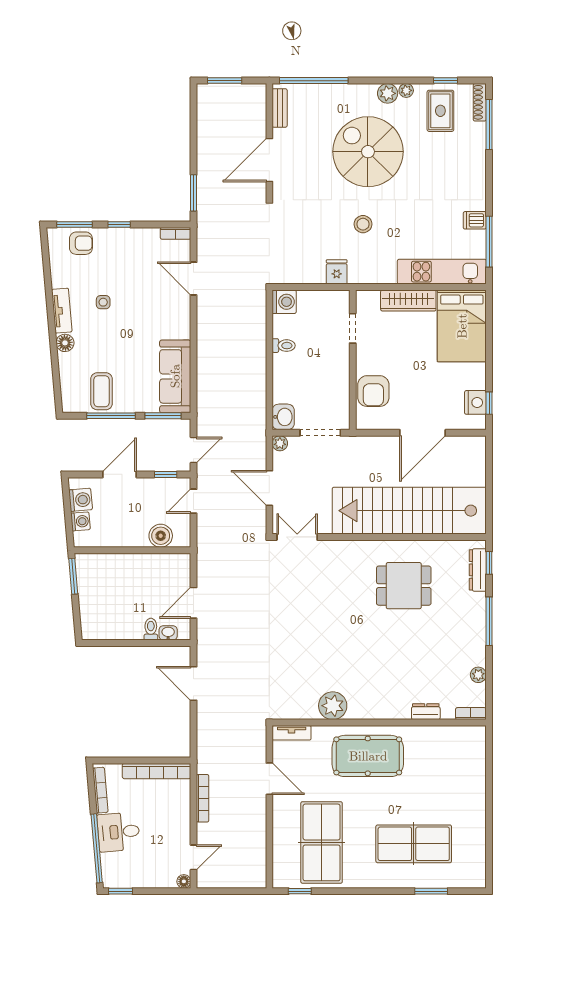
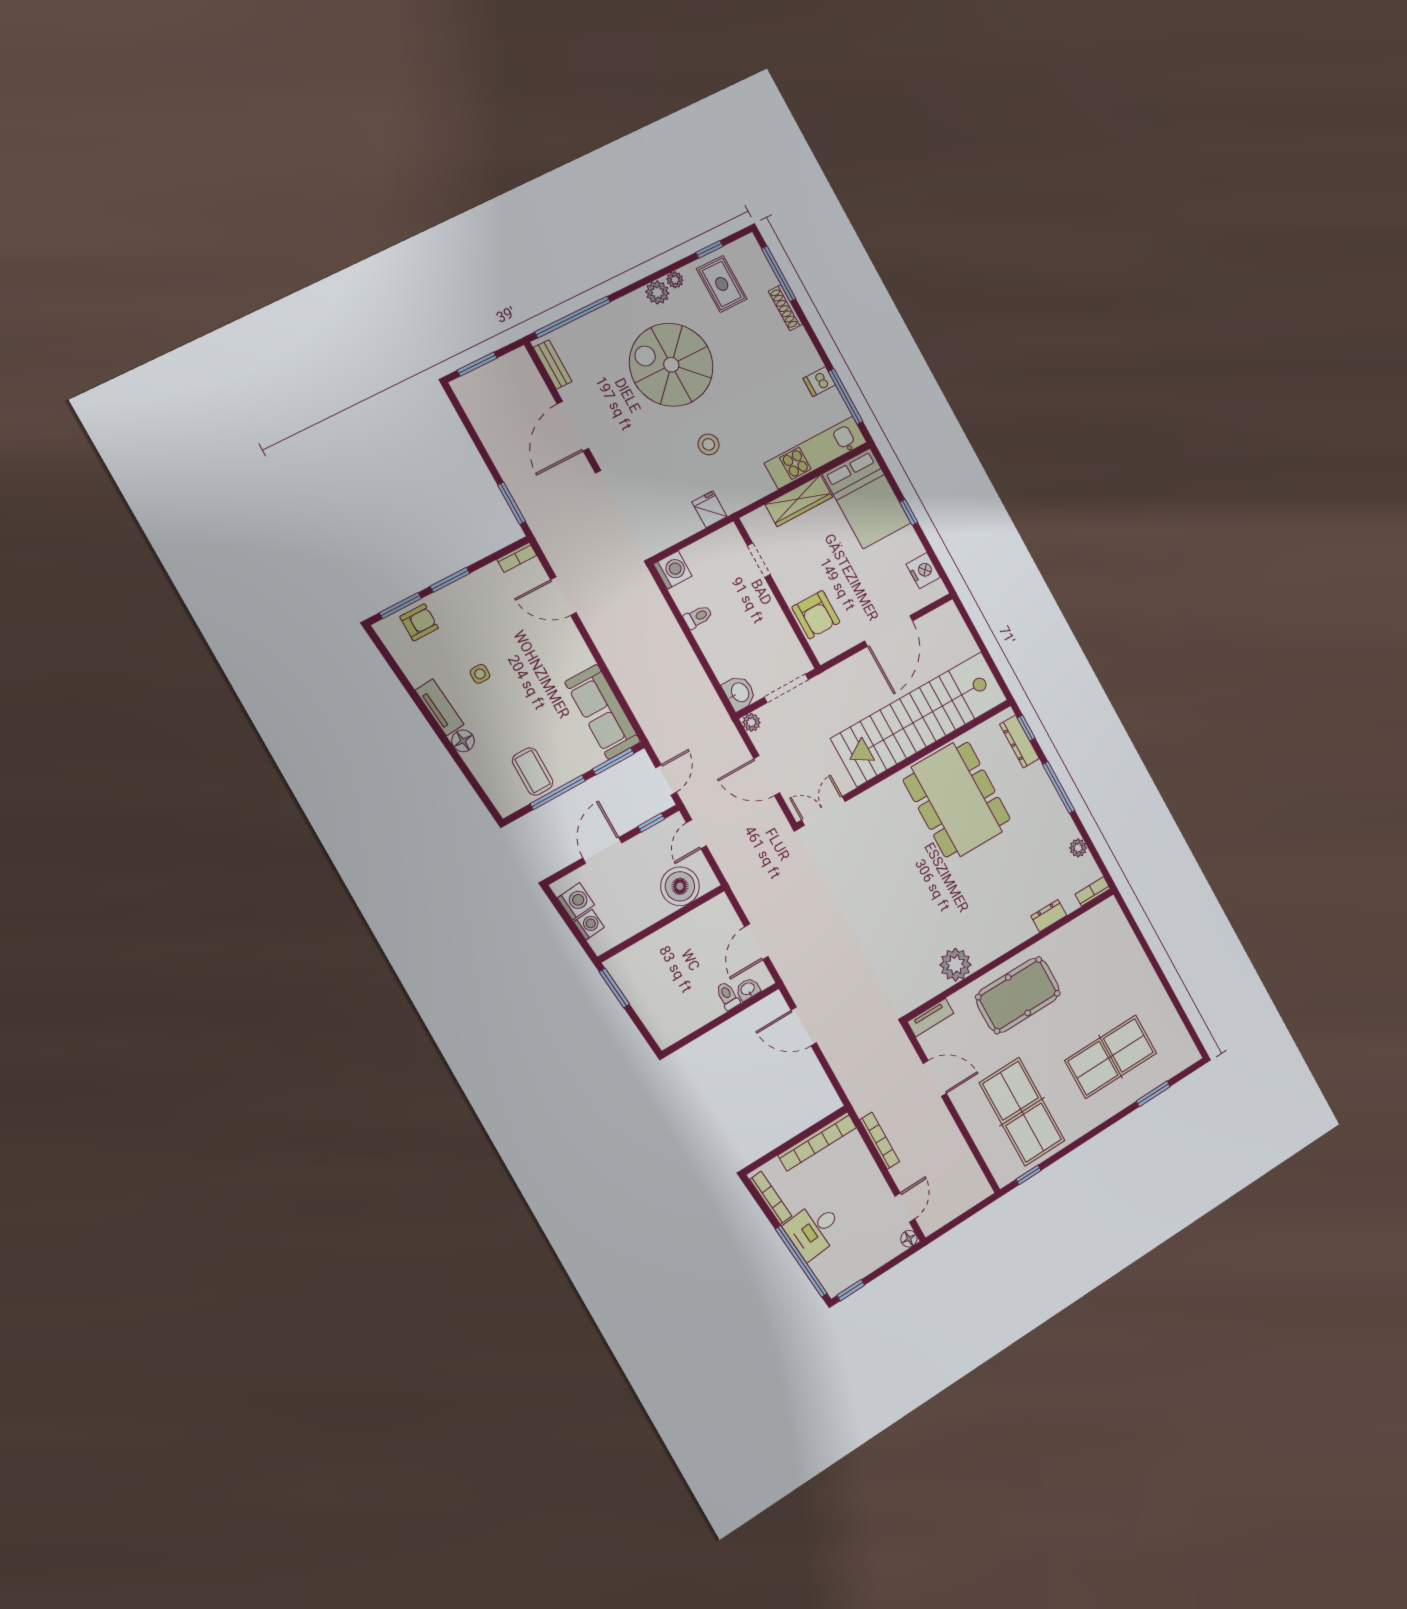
shoe rack: (480, 102) -> (785, 308), moved
window: (119, 224) -> (450, 580), width x1.50
window: (489, 403) -> (909, 512), moved
boiler: (161, 536) -> (680, 886), width x1.37, depth x1.37
dining table: (404, 586) -> (957, 800), width x1.88, depth x1.24

